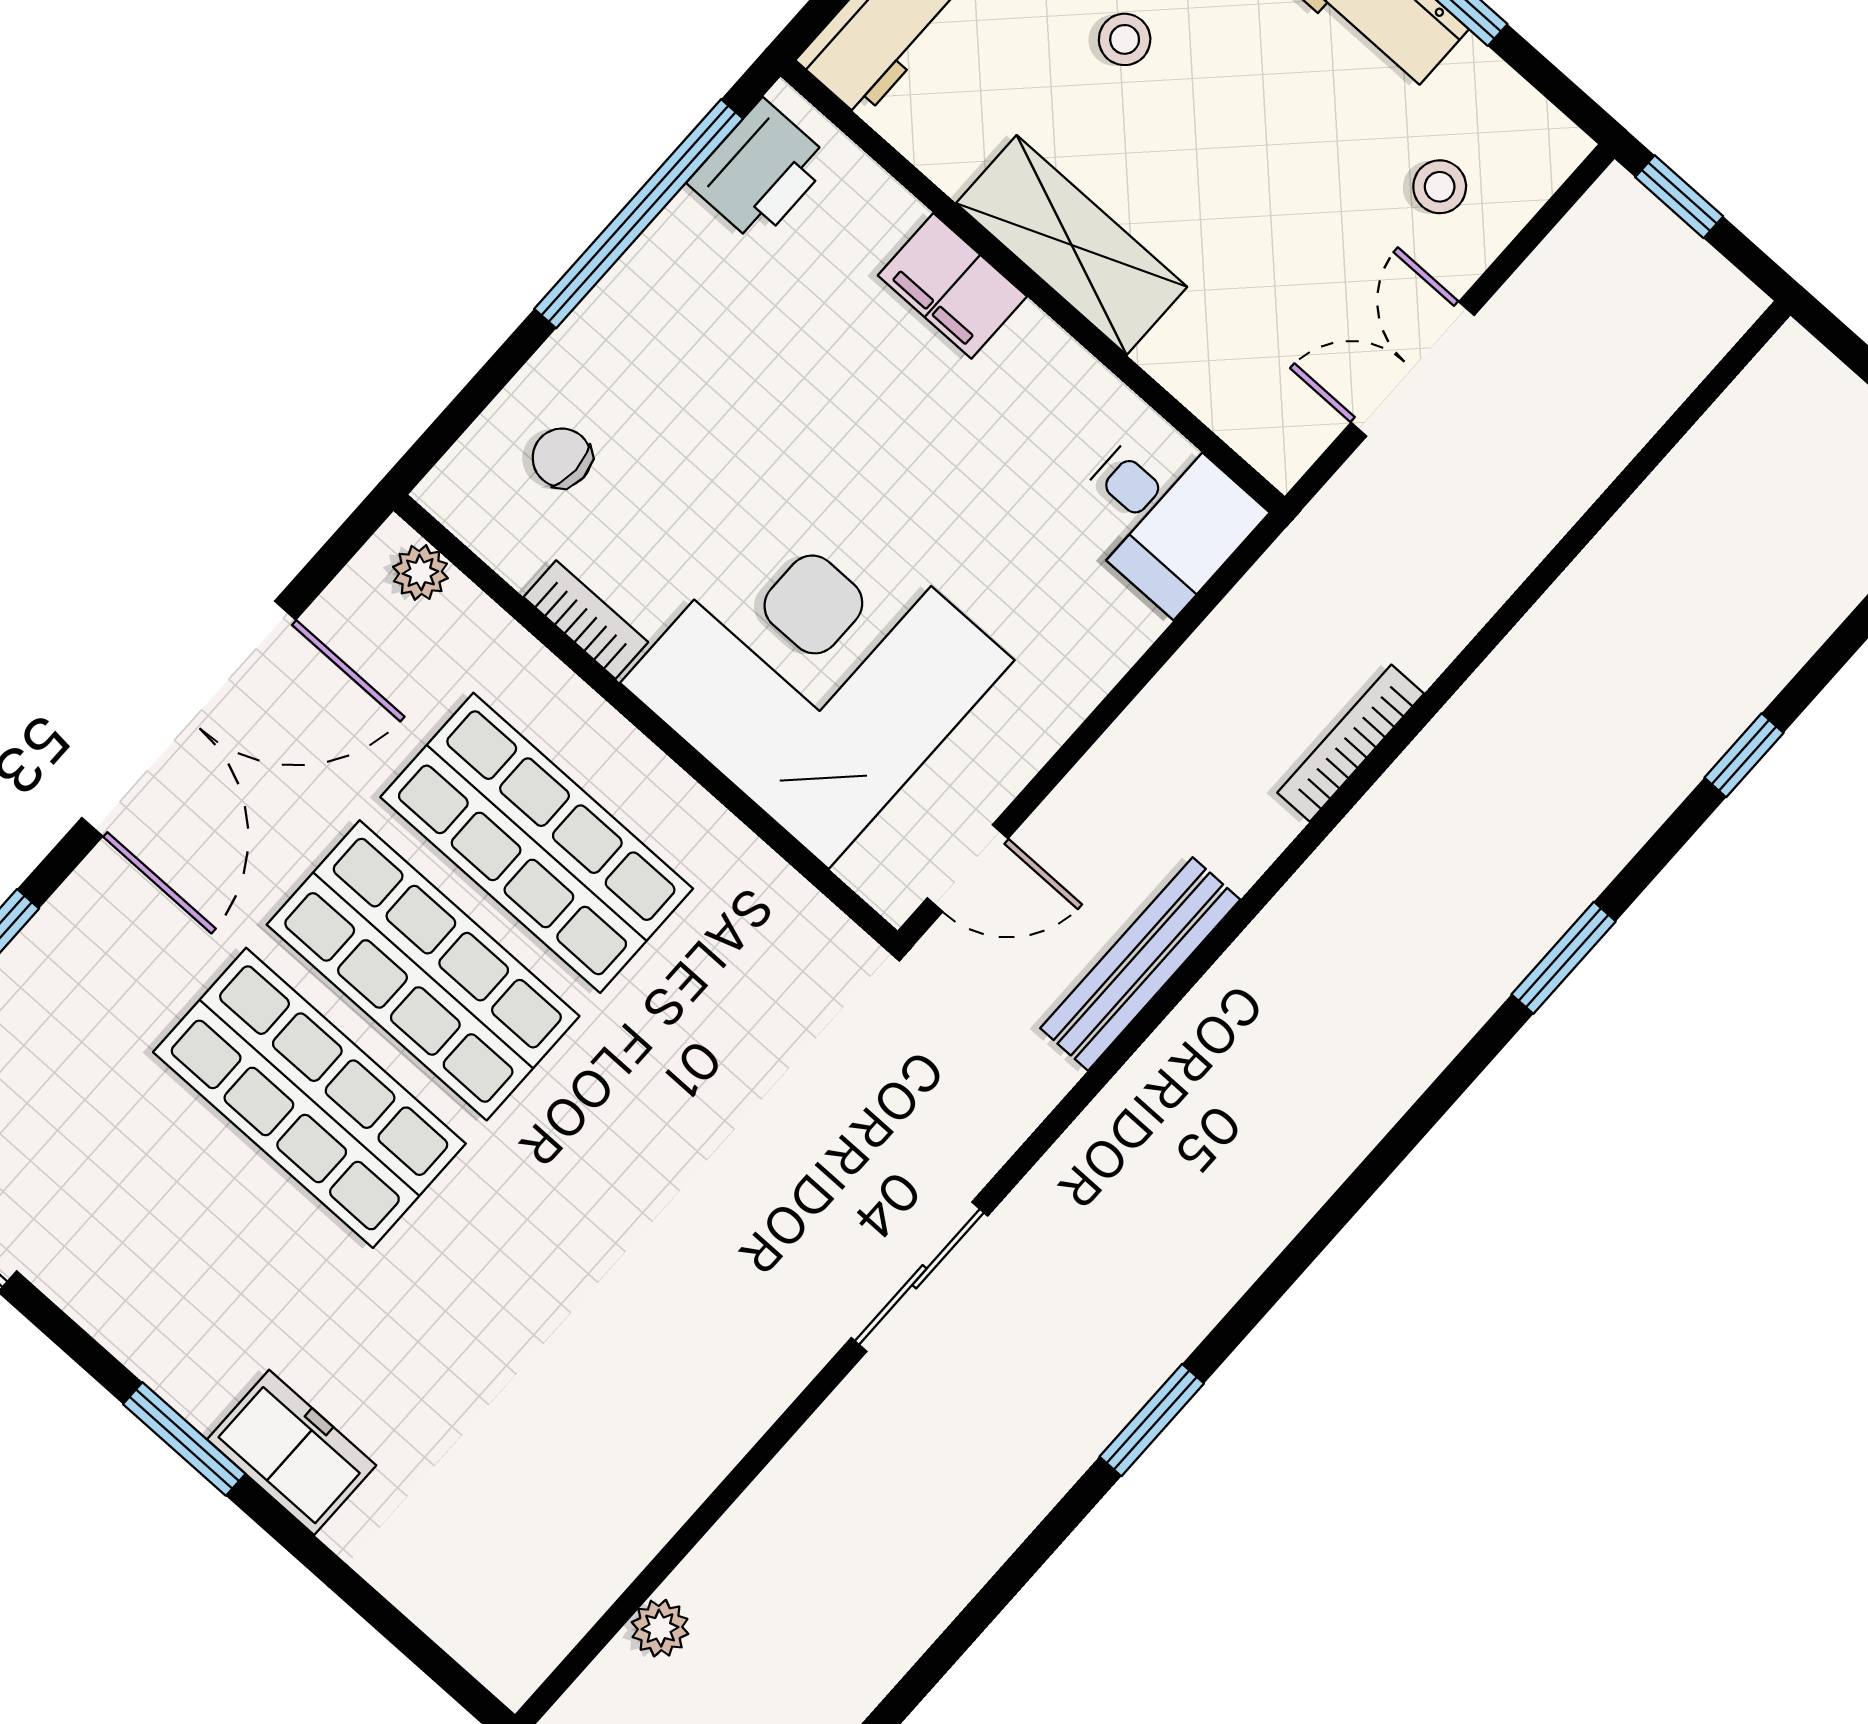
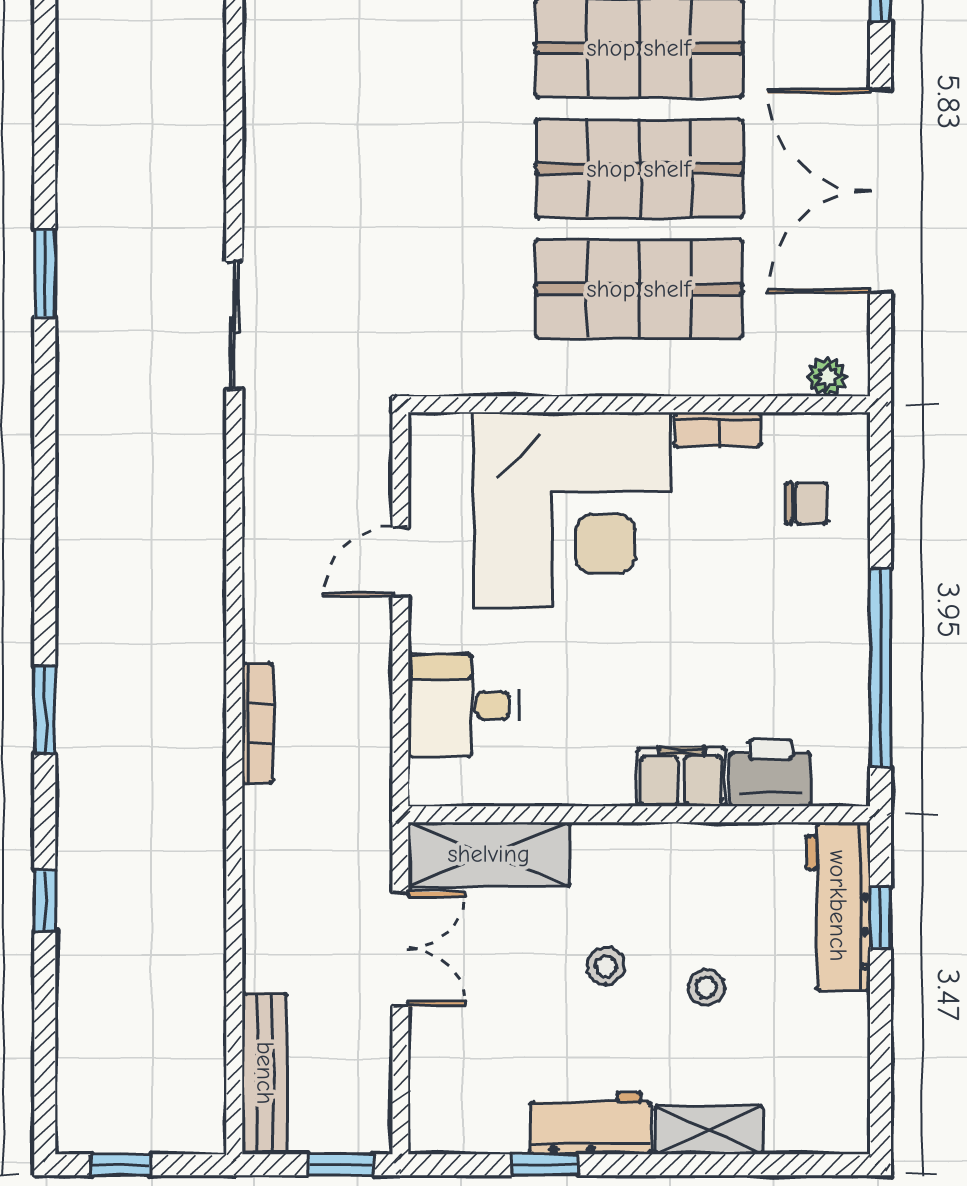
printer: (760, 171) -> (771, 773), moved, turned 90
stool: (1440, 187) -> (606, 966), moved
shelving: (1072, 245) -> (489, 854), moved
desk: (1164, 515) -> (463, 706), moved
door: (968, 868) -> (400, 562), moved
bench: (1140, 964) -> (265, 1073), moved
sliding door: (919, 1277) -> (234, 325), moved

